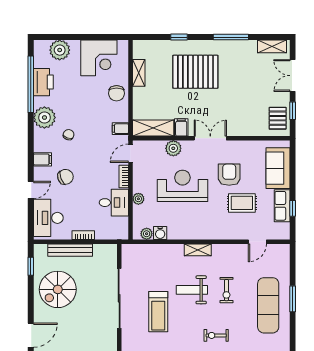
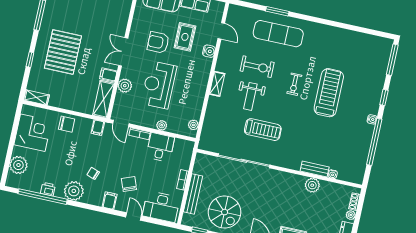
shelving: (139, 73) -> (36, 97), moved
printer: (43, 82) -> (48, 189), width x0.53, depth x0.68
water cooler: (160, 233) -> (209, 51), moved
exercise bike: (226, 290) -> (257, 67), width x1.38, depth x1.39

